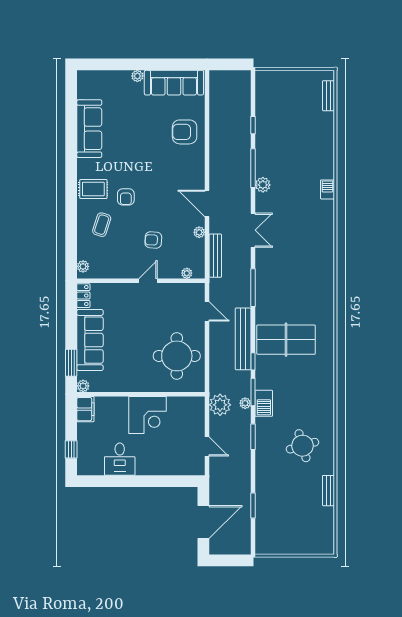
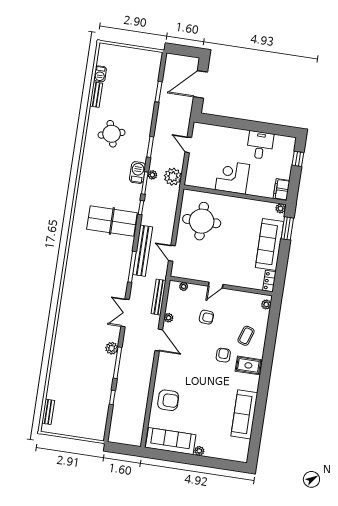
barbecue: (327, 189) -> (100, 74), moved
bench: (243, 339) -> (143, 251), moved

